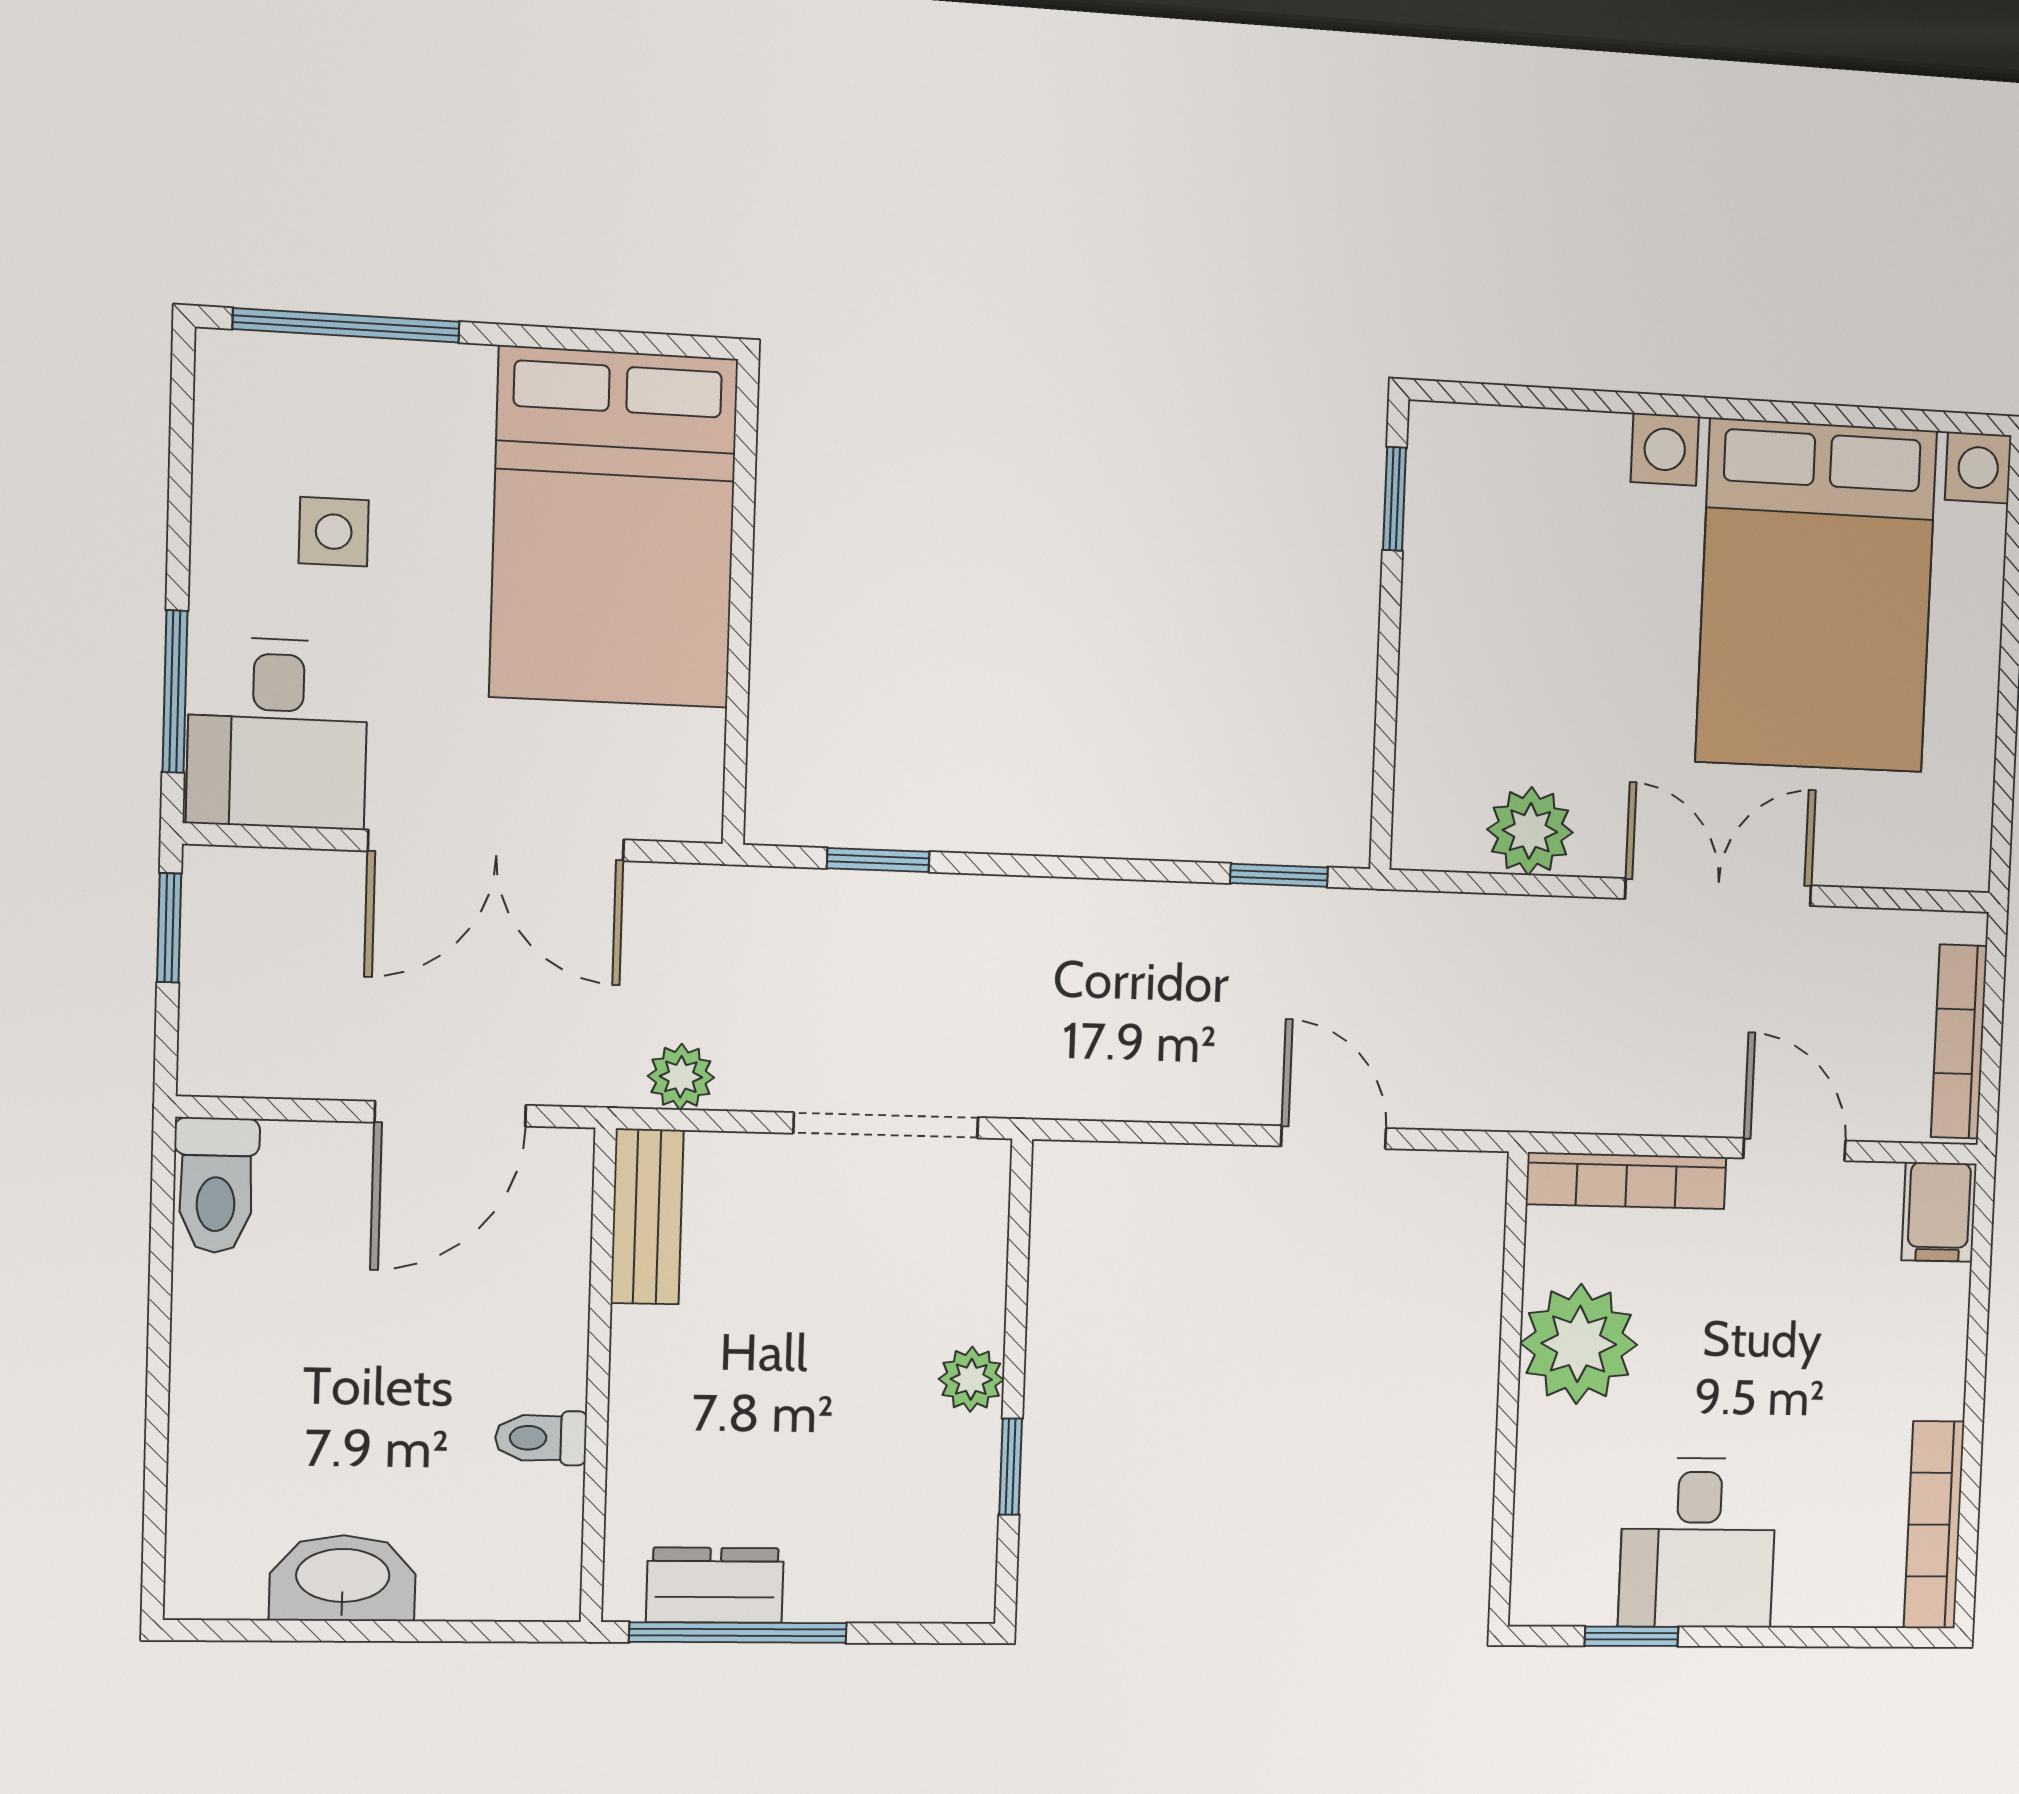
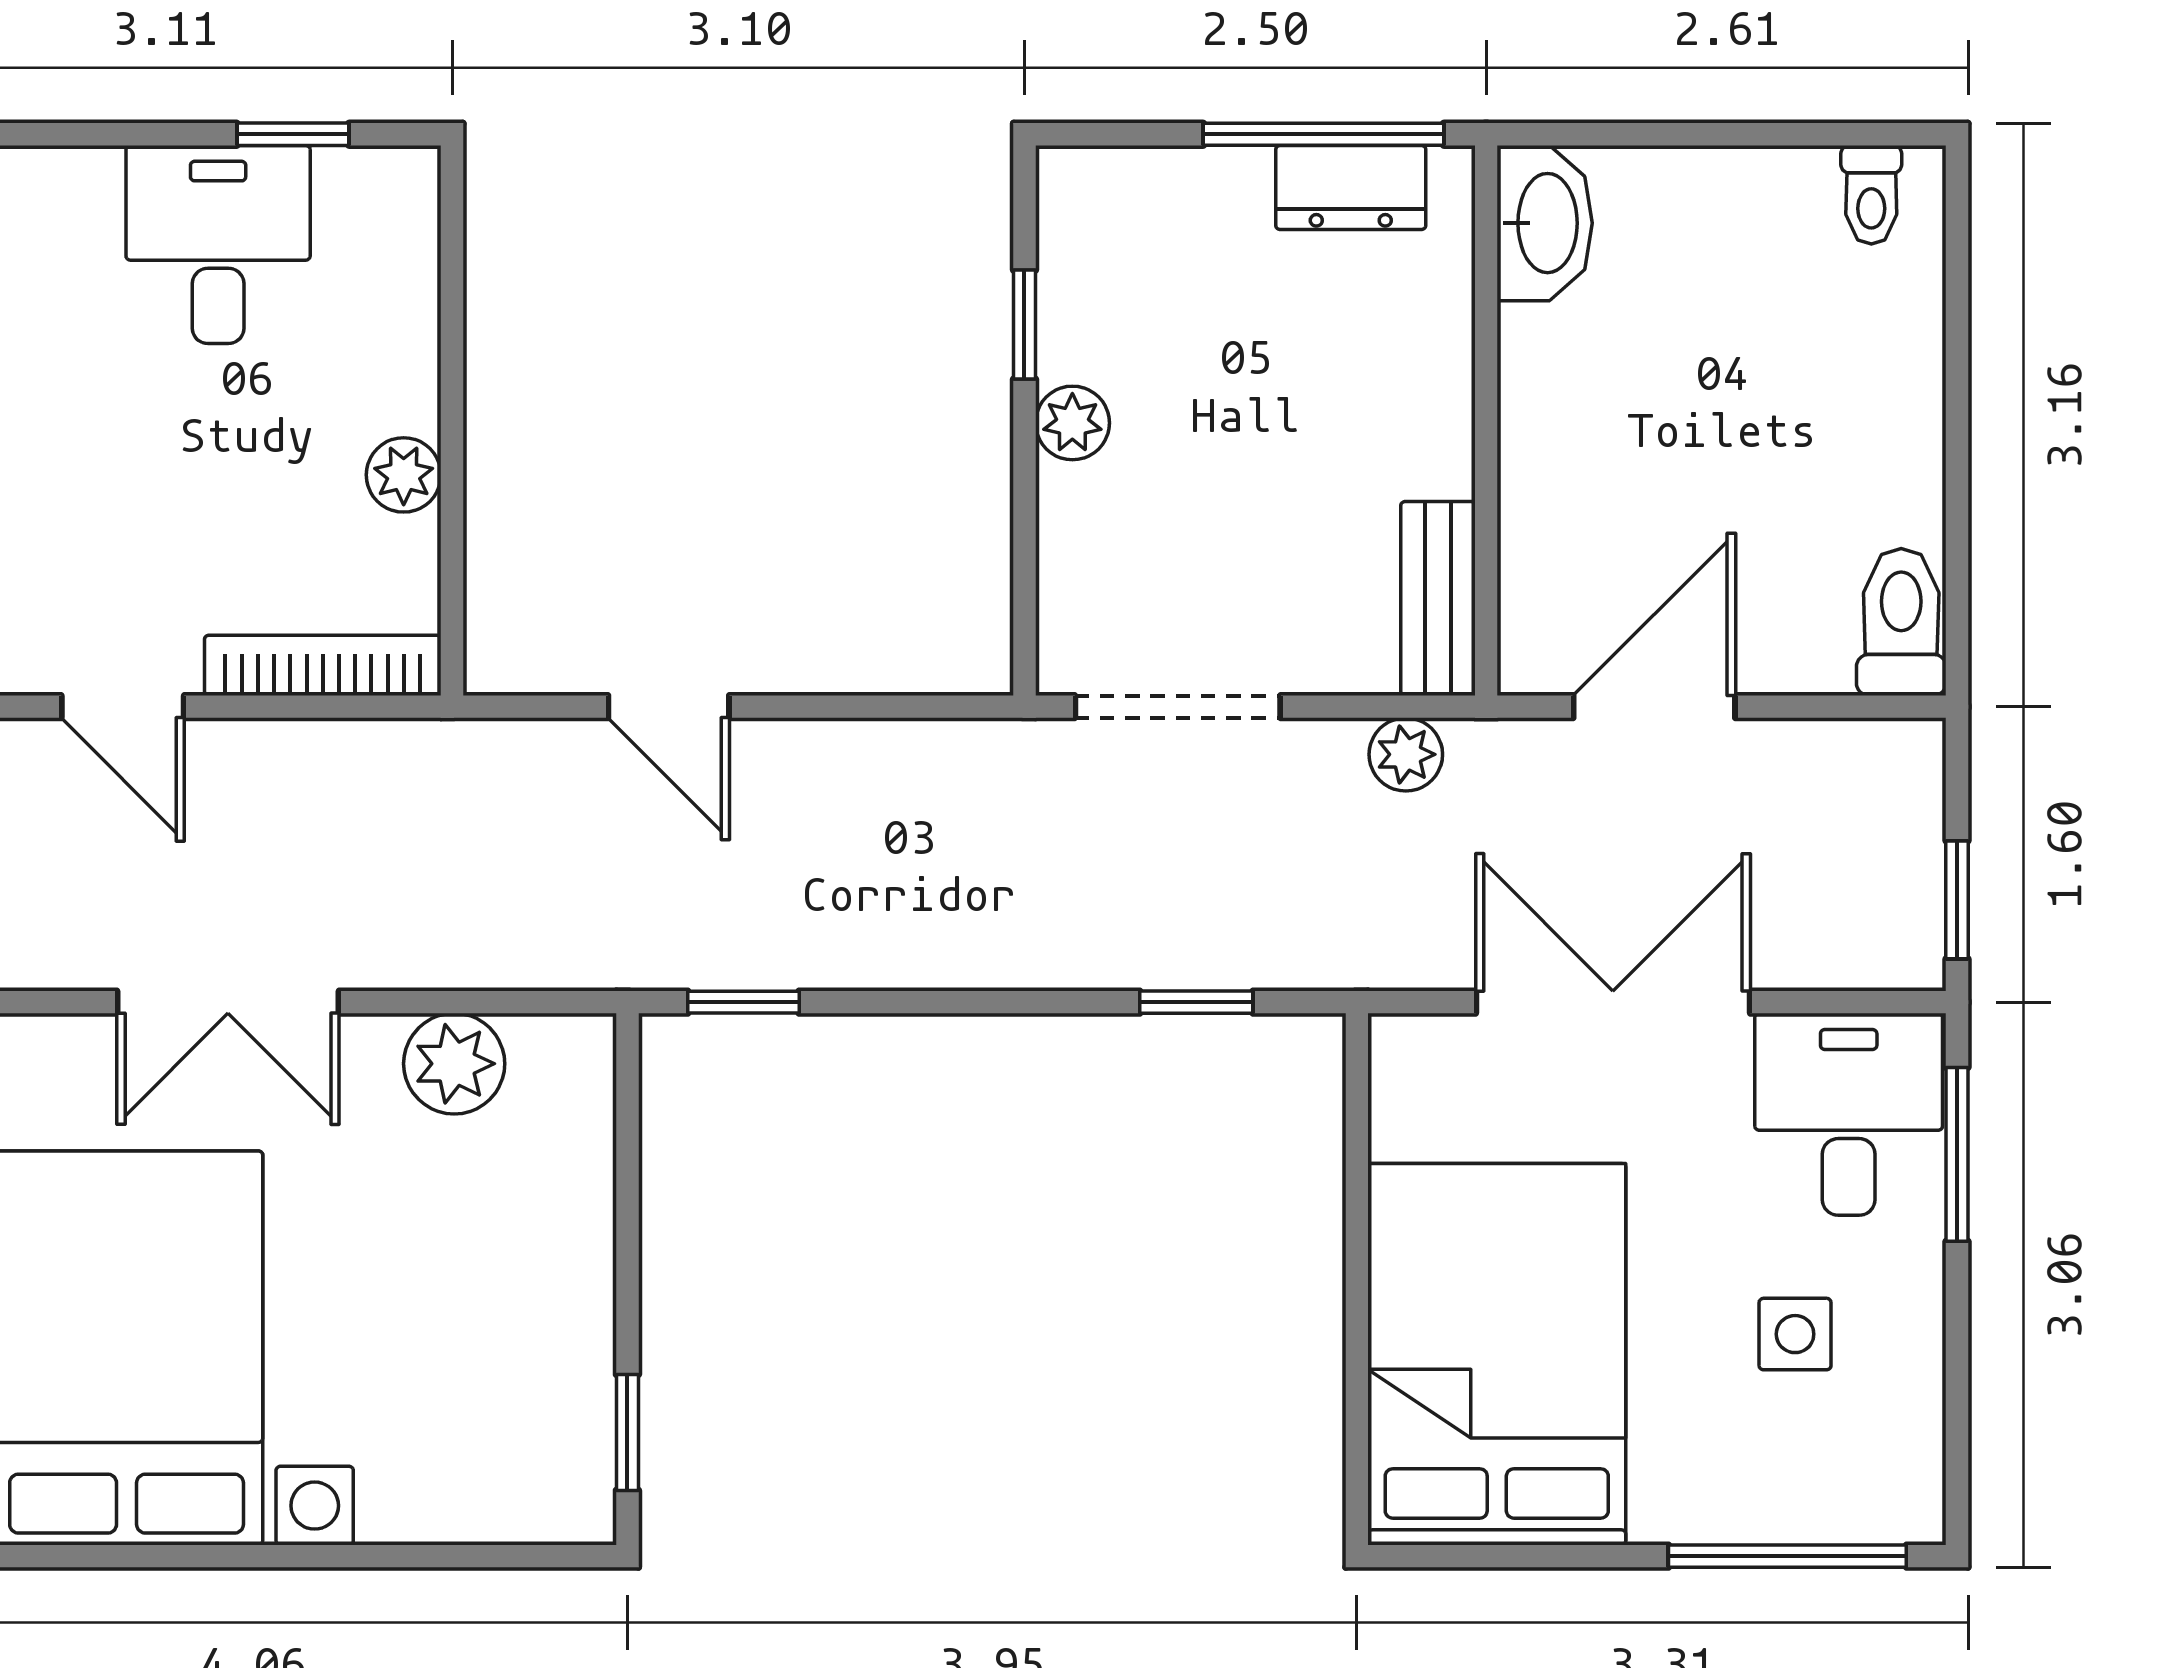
plant: (1579, 1344) -> (404, 475), width x0.53, depth x0.53
toilet: (541, 1438) -> (1871, 195), moved, turned 90
washbasin: (343, 1578) -> (1545, 223), moved, turned -90

